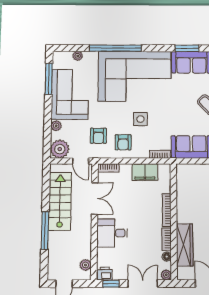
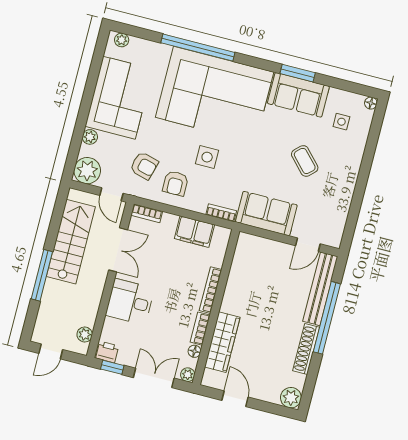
plant: (78, 56) -> (122, 40), moved
window: (49, 79) -> (95, 68), removed
armchair: (98, 136) -> (144, 166), turned -75

